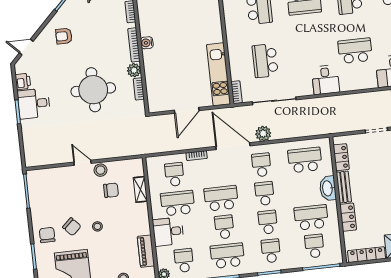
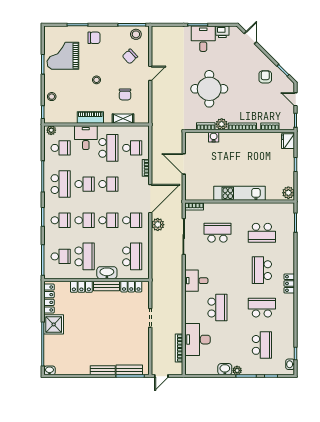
armchair: (64, 36) -> (265, 77), moved
water cooler: (147, 43) -> (214, 137), moved
kitchen unit: (219, 74) -> (240, 193), moved
stool: (100, 170) -> (136, 34), moved
school desk: (221, 198) -> (108, 184), width x0.54
chair: (72, 227) -> (130, 56), moved
piano: (146, 251) -> (90, 117), moved

